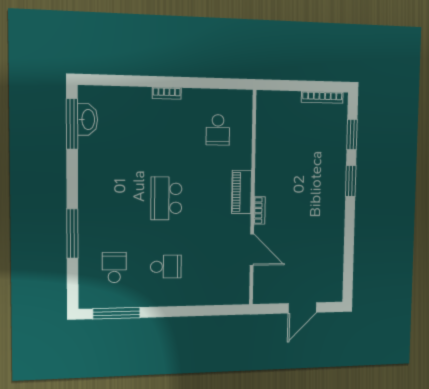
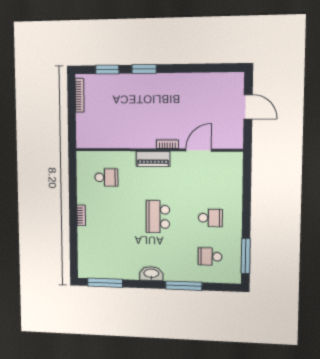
washbasin: (88, 120) -> (151, 274), moved
school desk: (166, 198) -> (158, 217), turned 90
school desk: (166, 267) -> (210, 218), turned 90

